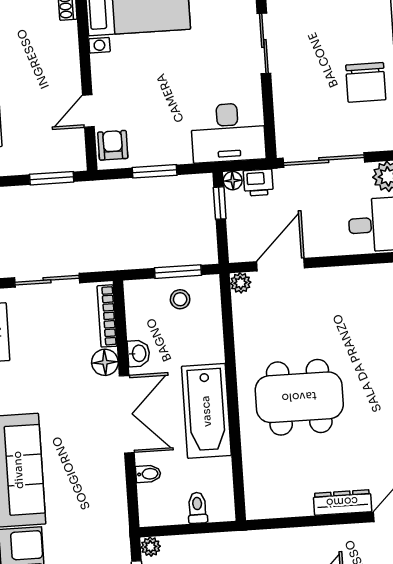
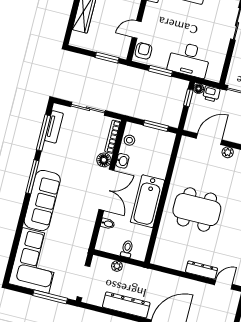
desk: (228, 133) -> (189, 60), moved
plant: (241, 283) -> (228, 152), moved
stool: (180, 299) -> (129, 140), moved
plant: (151, 547) -> (117, 266), moved

